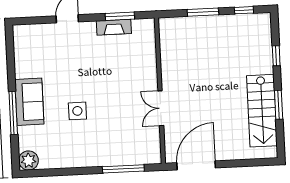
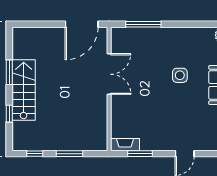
fireplace: (114, 27) -> (125, 145), moved
double door: (161, 108) -> (109, 74), width x1.37
stairs: (262, 111) -> (24, 90), moved

